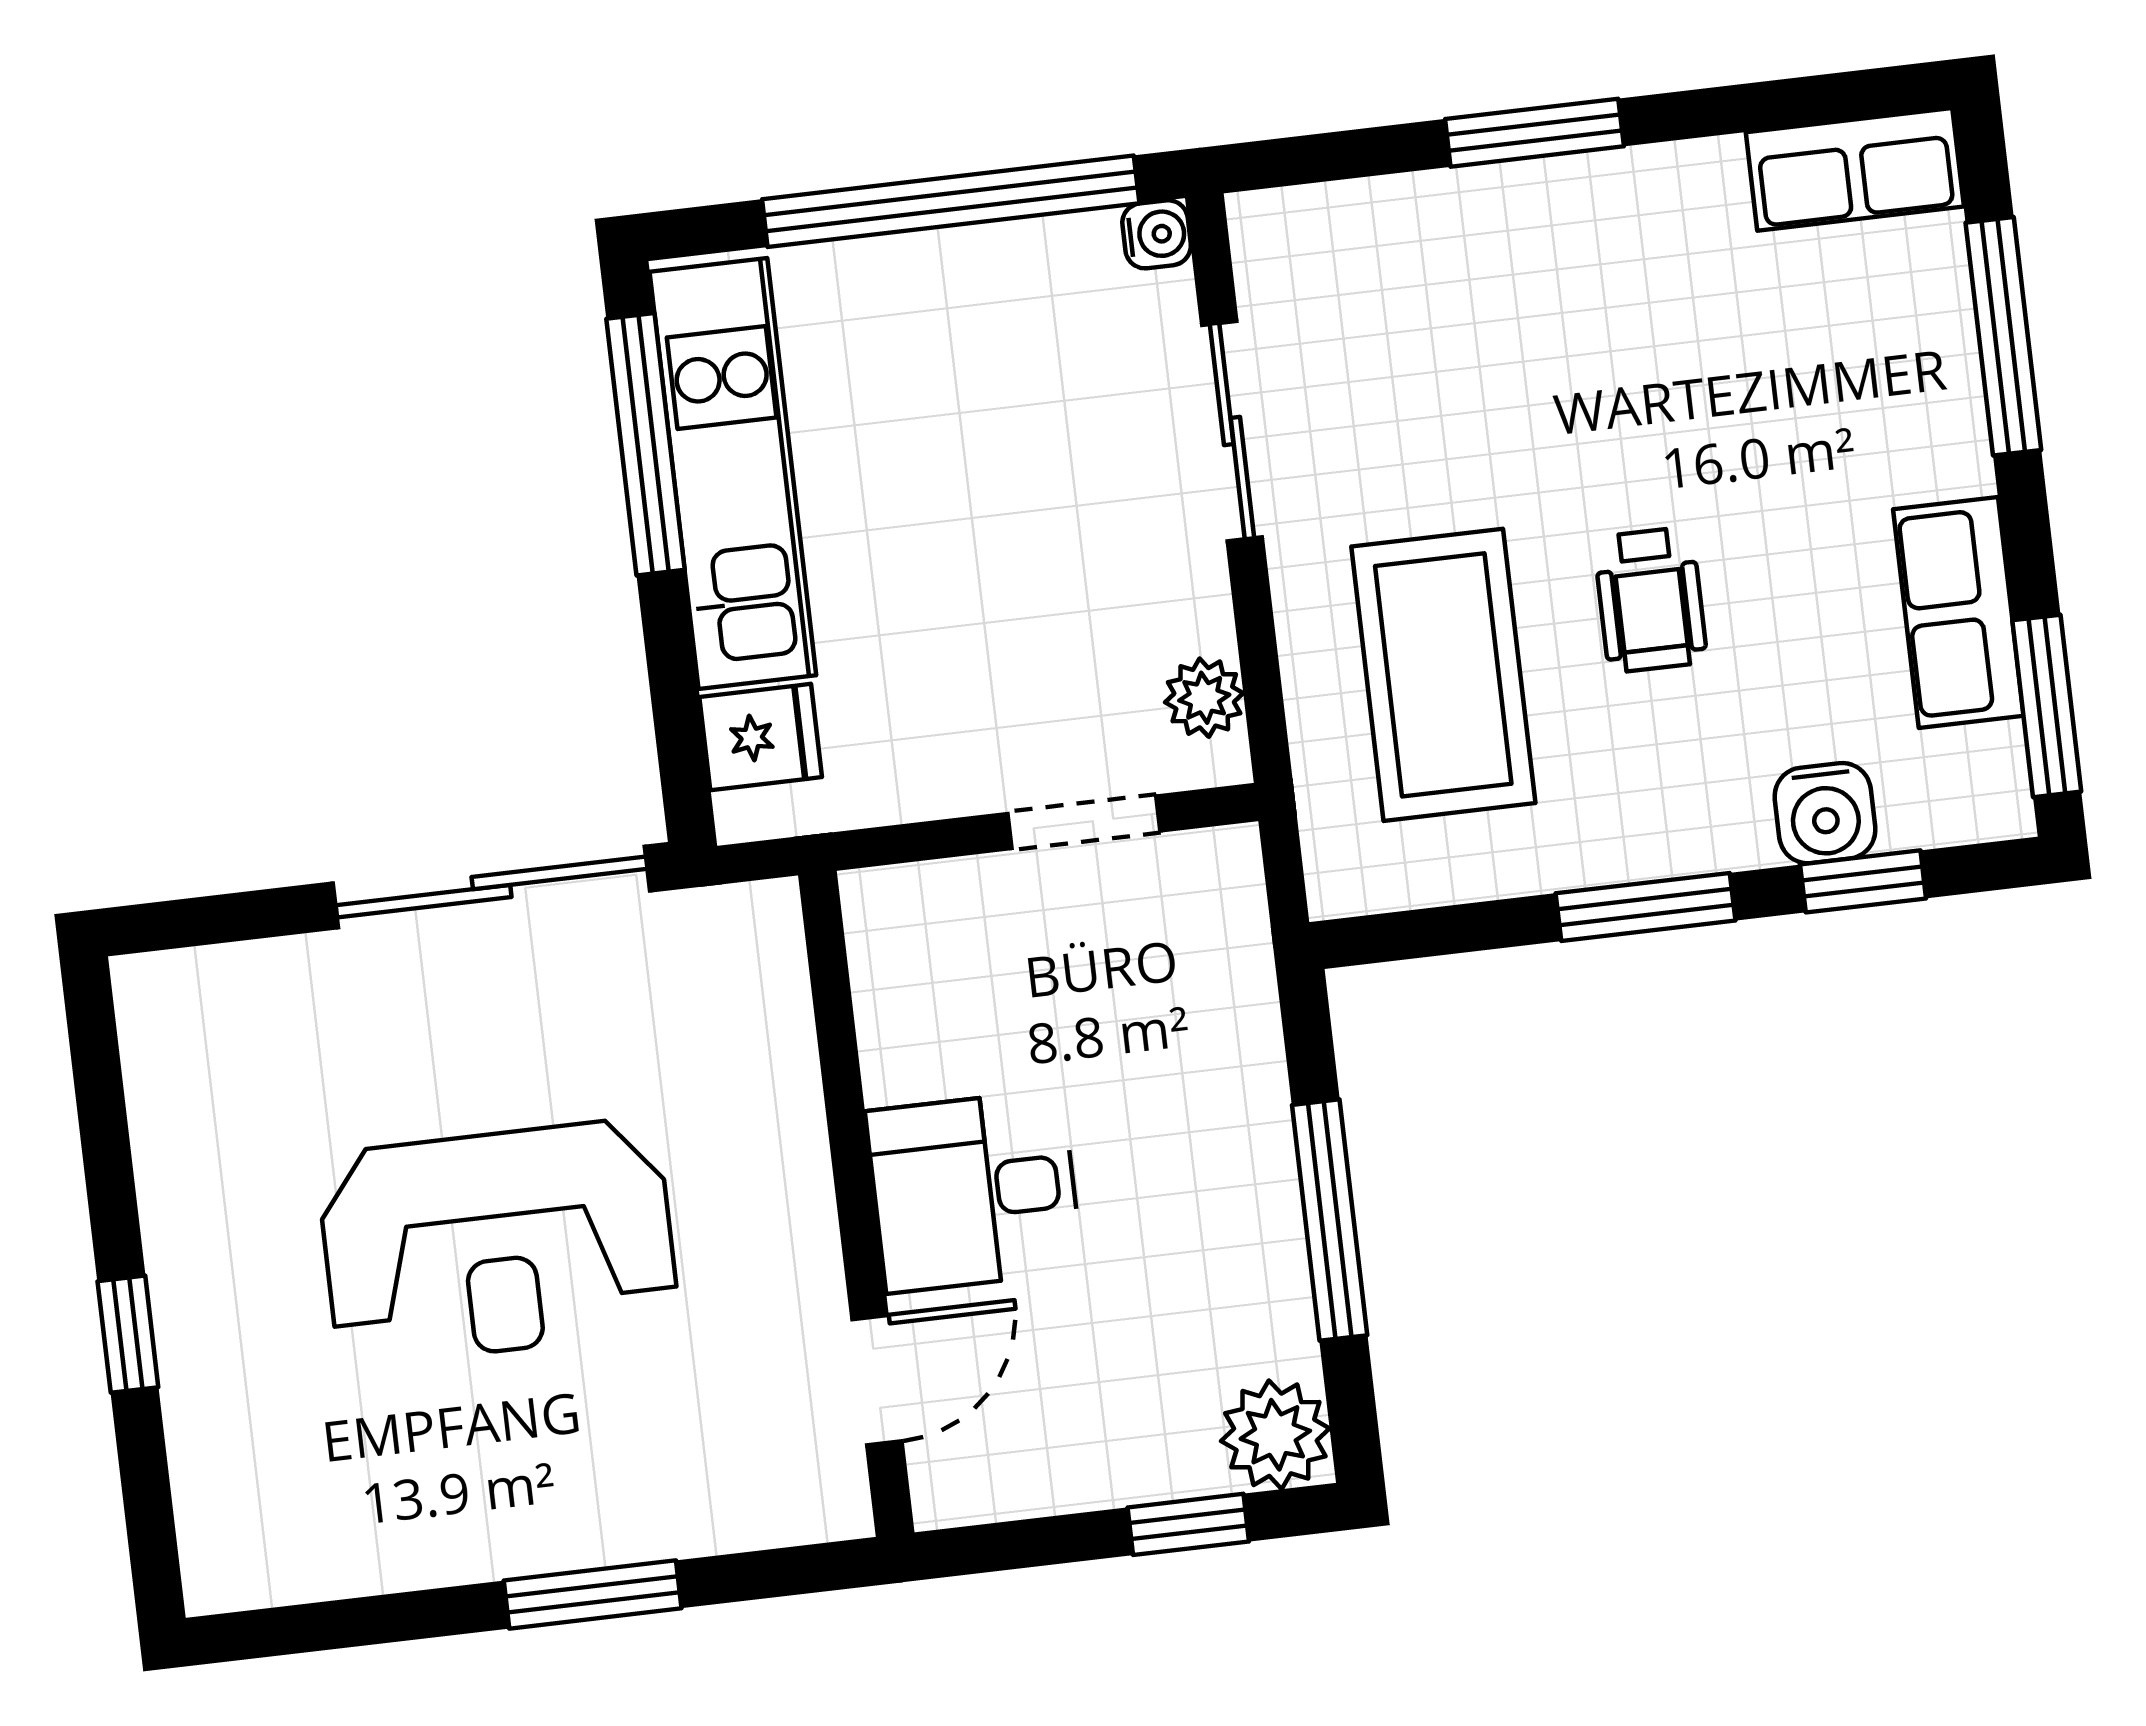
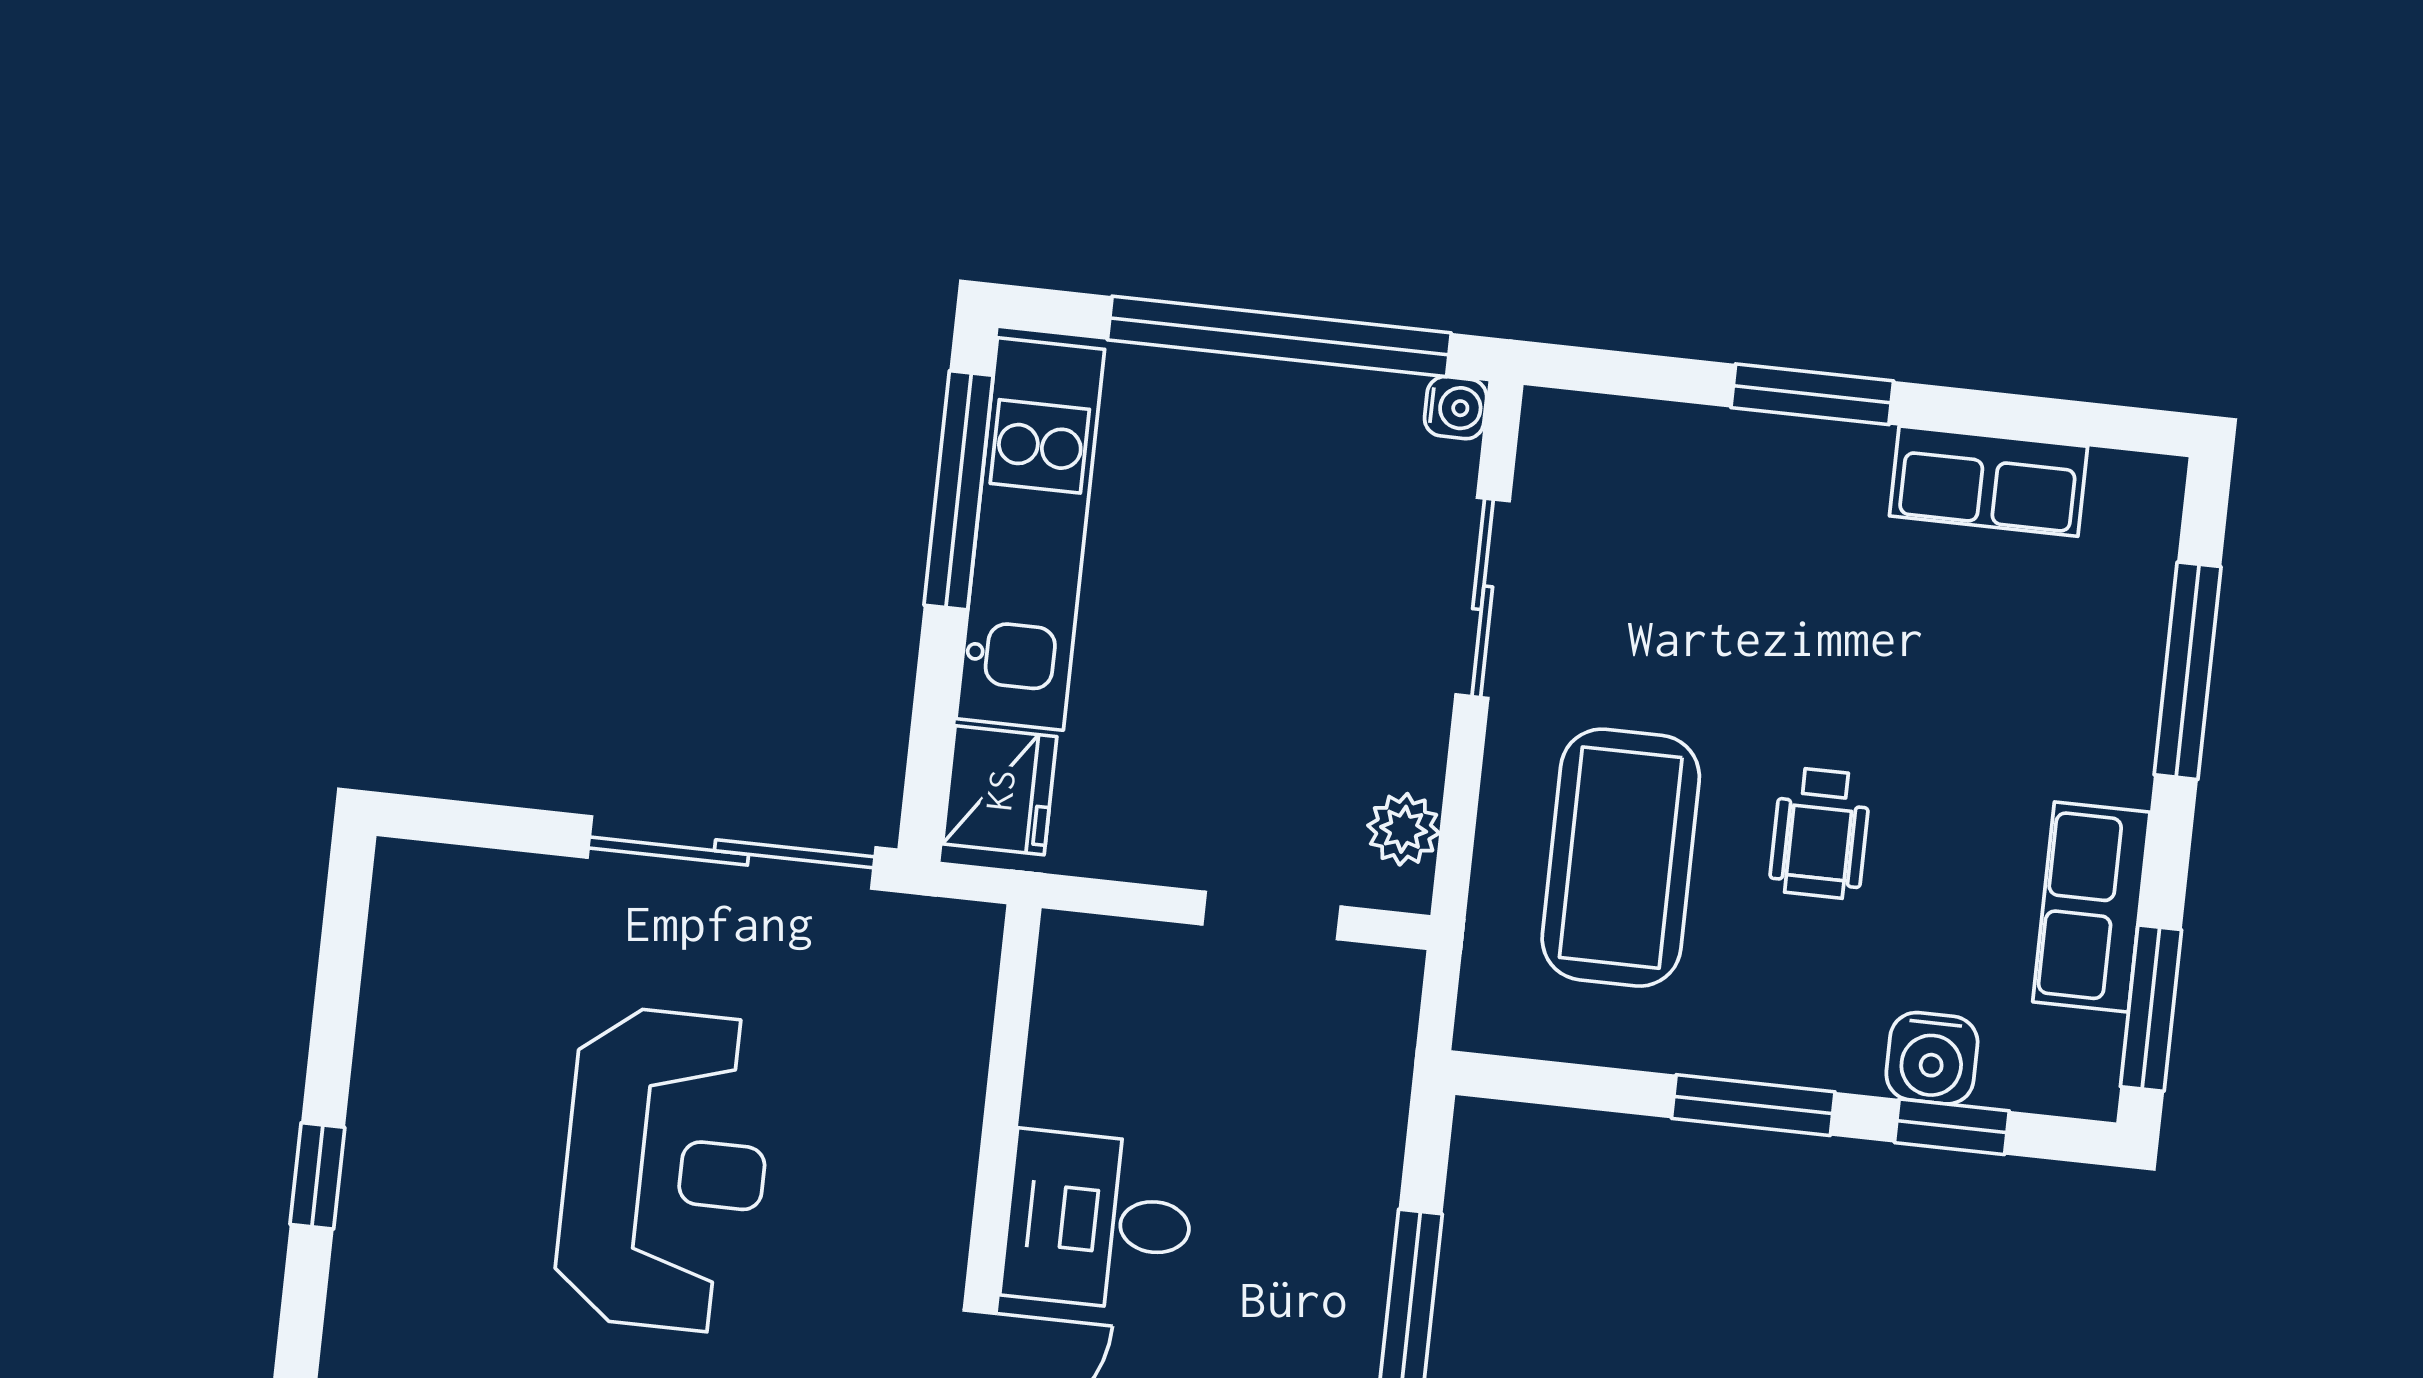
row of seats: (1855, 169) -> (1989, 481), moved
fridge: (761, 737) -> (1000, 790), width x1.38
reception desk: (498, 1242) -> (665, 1170), turned -90

